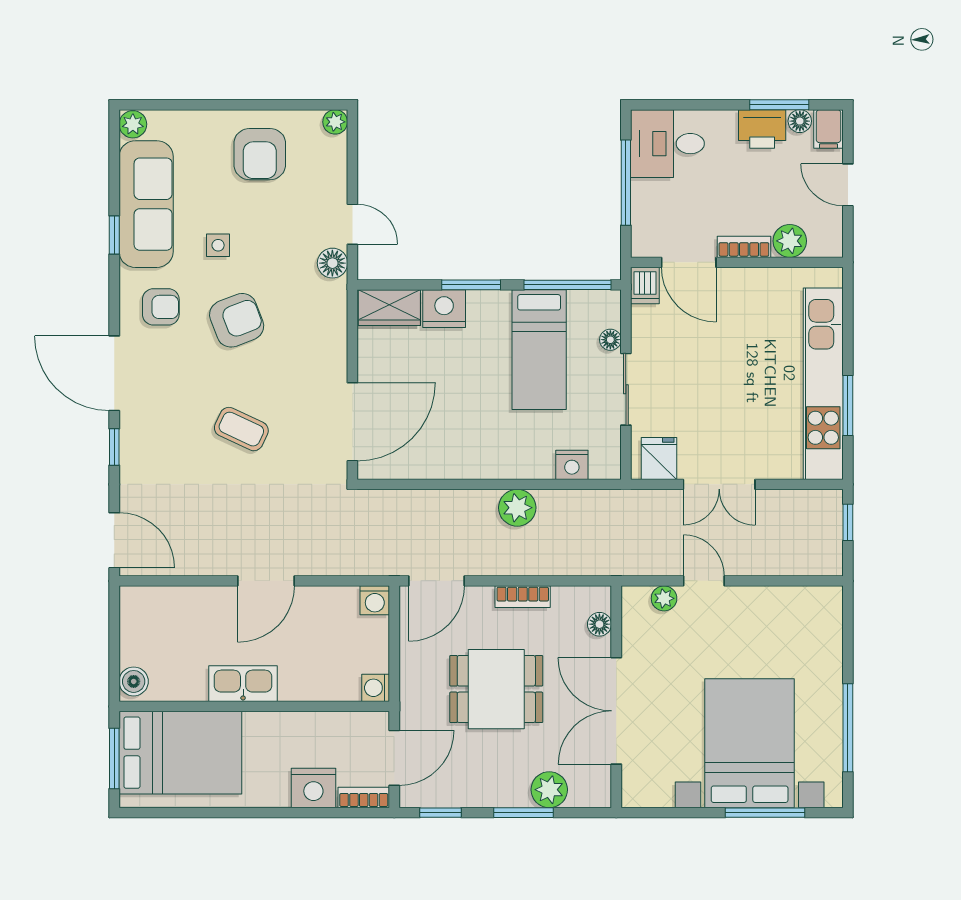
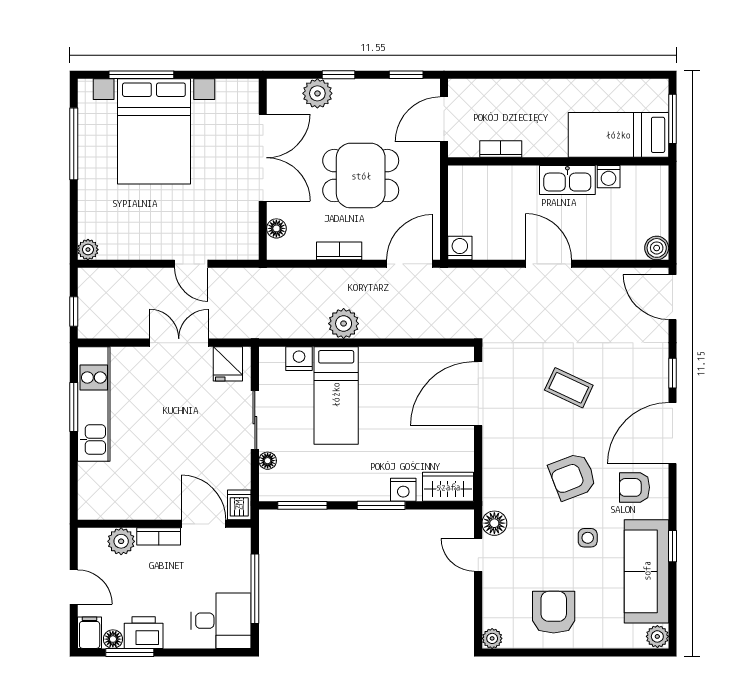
window: (568, 285) -> (302, 505), width x0.69
nightstand: (444, 309) -> (403, 490), width x0.74, depth x0.75
bed: (539, 350) -> (336, 395), moved, turned 180
door: (114, 373) -> (672, 433), swing flipped
kitchen unit: (823, 384) -> (94, 404), width x0.73
door: (266, 581) -> (549, 264), hinge flipped
plant: (664, 598) -> (88, 250), moved
boiler: (134, 681) -> (657, 248), moved
washing machine: (376, 688) -> (609, 177), moved, turned 90
bed: (180, 753) -> (618, 135), width x0.67
nightstand: (313, 788) -> (510, 95), removed
bookcase: (364, 797) -> (501, 149), moved, turned 180
window: (523, 813) -> (338, 75), width x0.67

